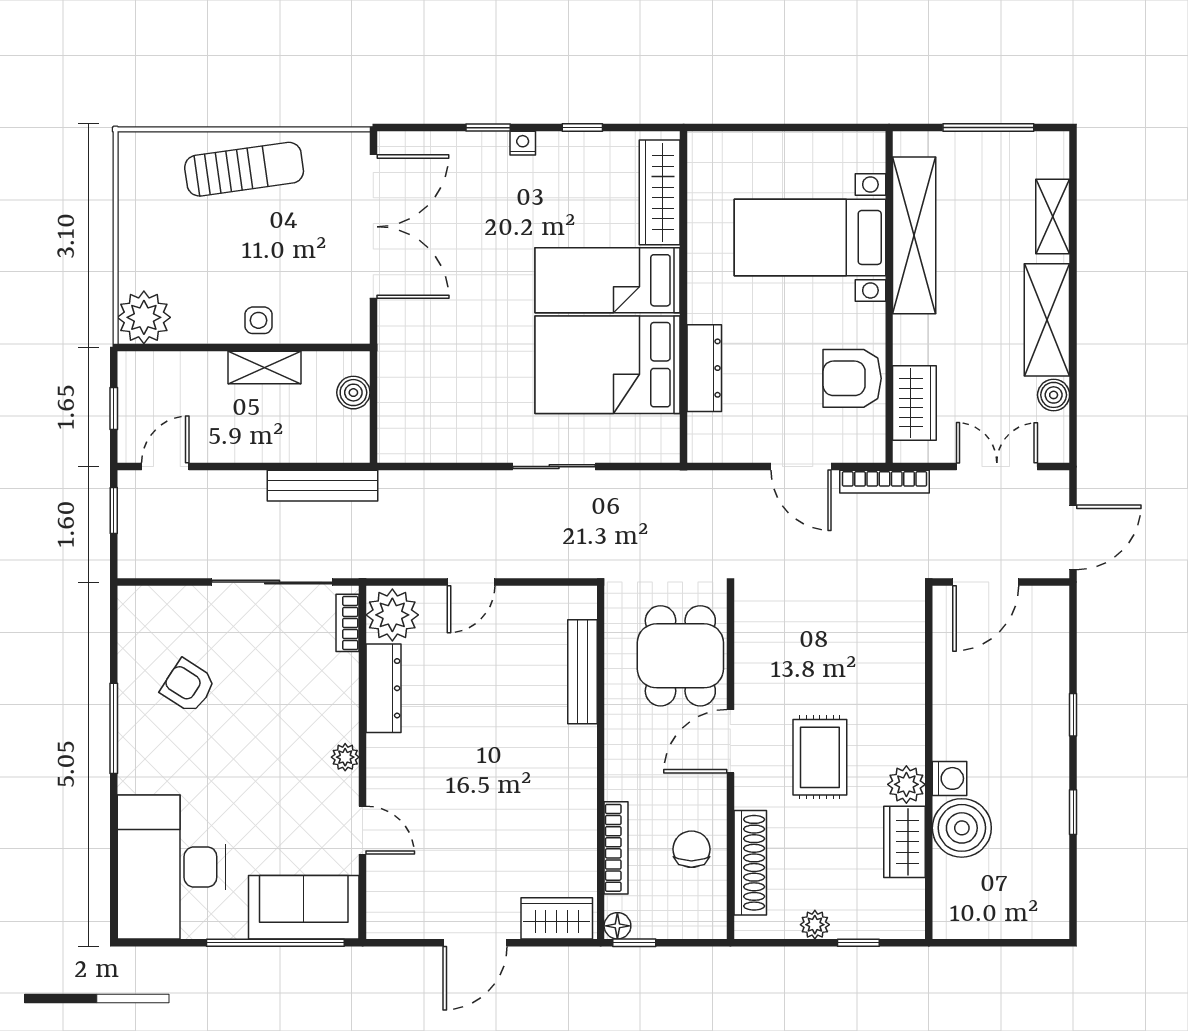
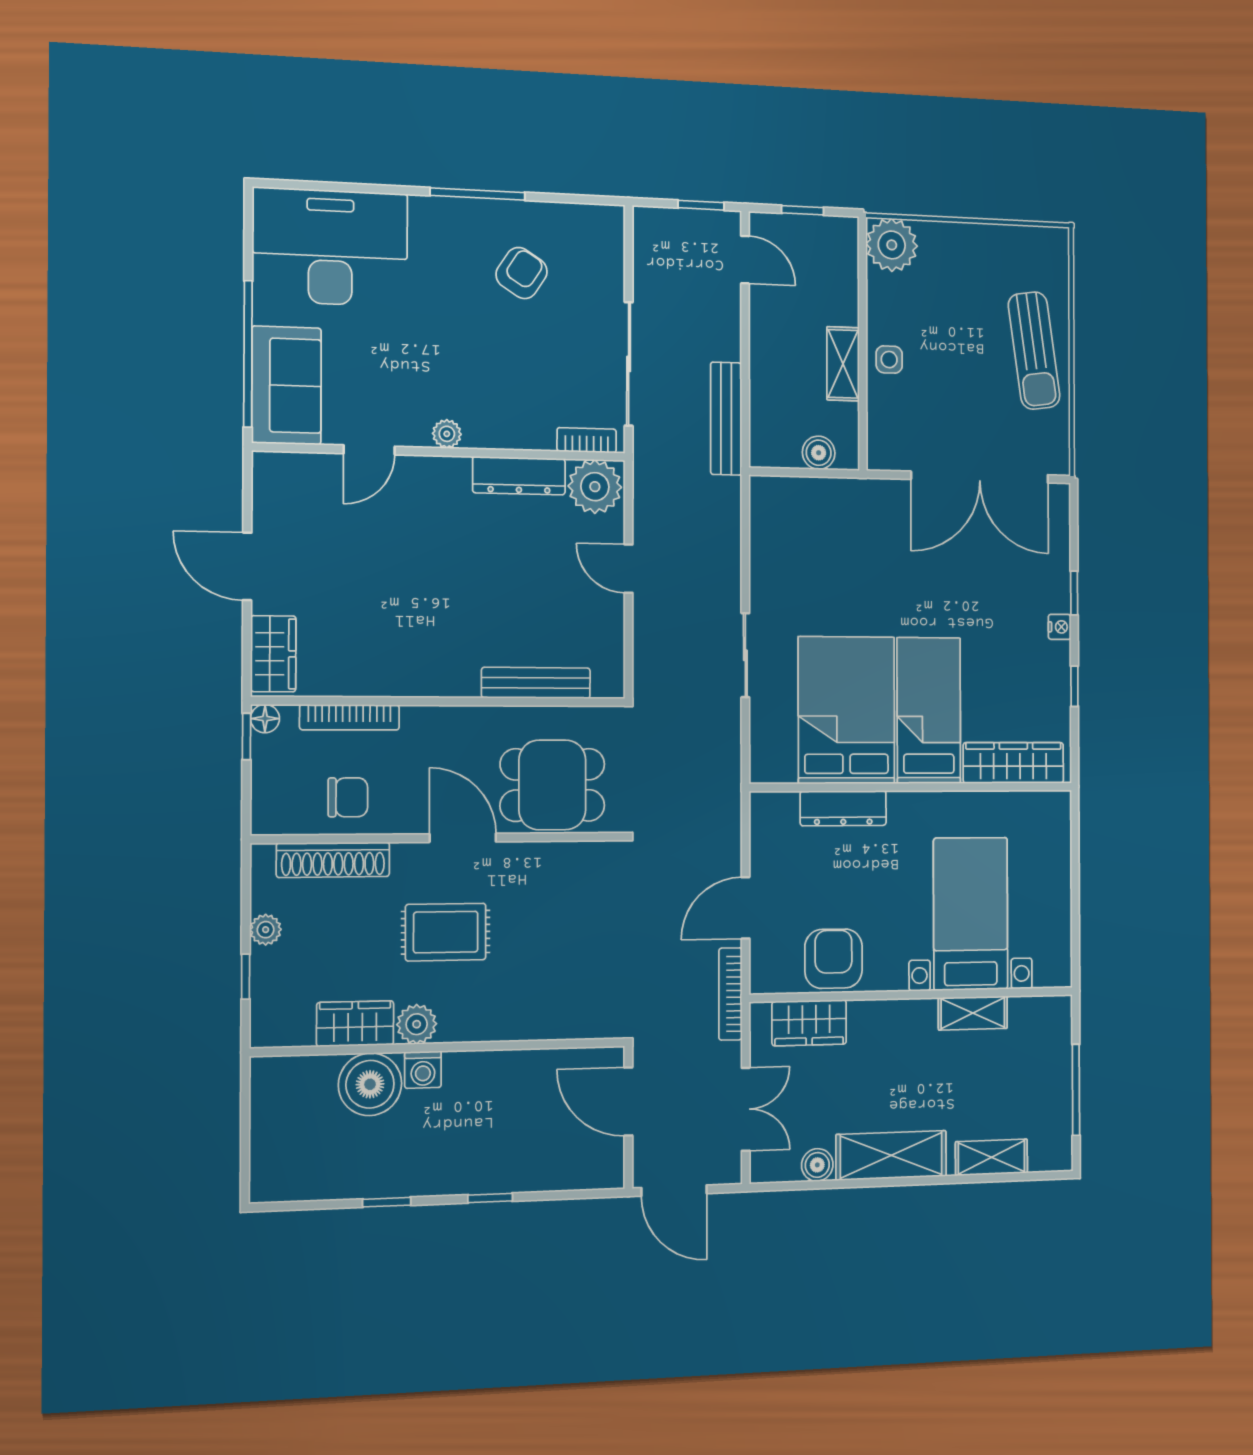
shelving: (914, 235) -> (973, 1013), width x0.45, depth x0.75

